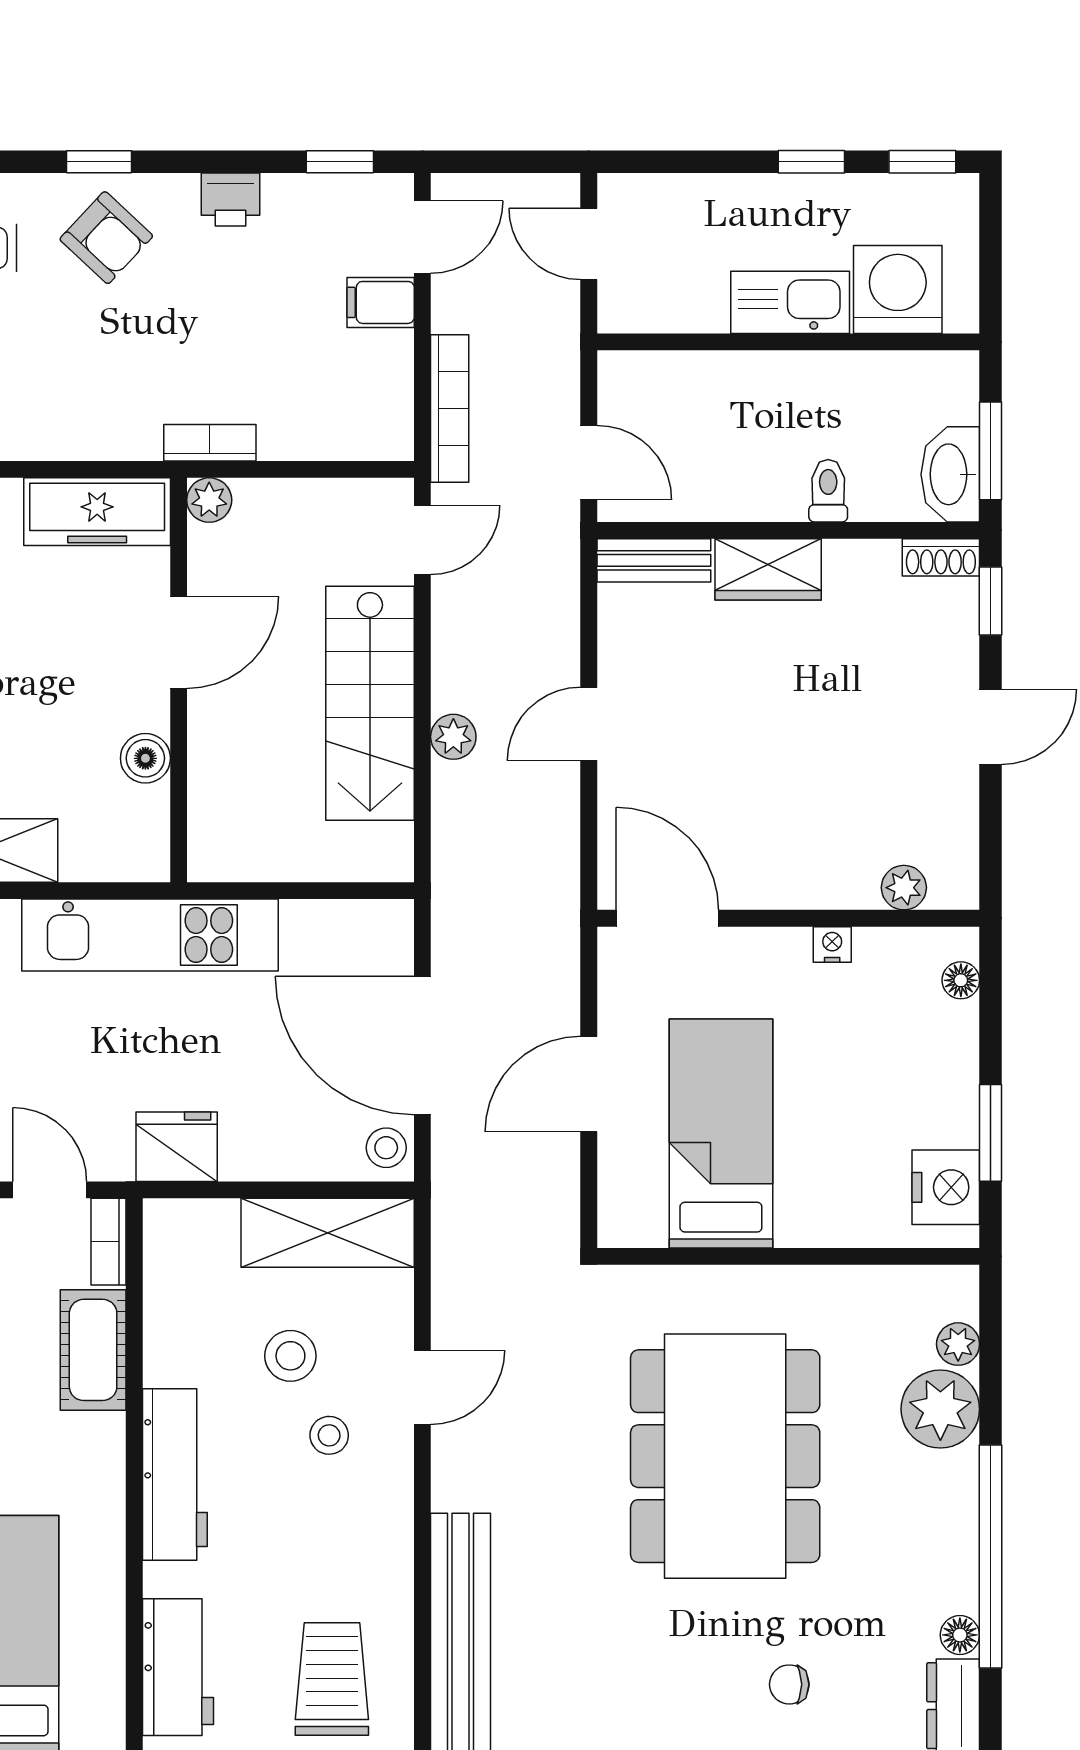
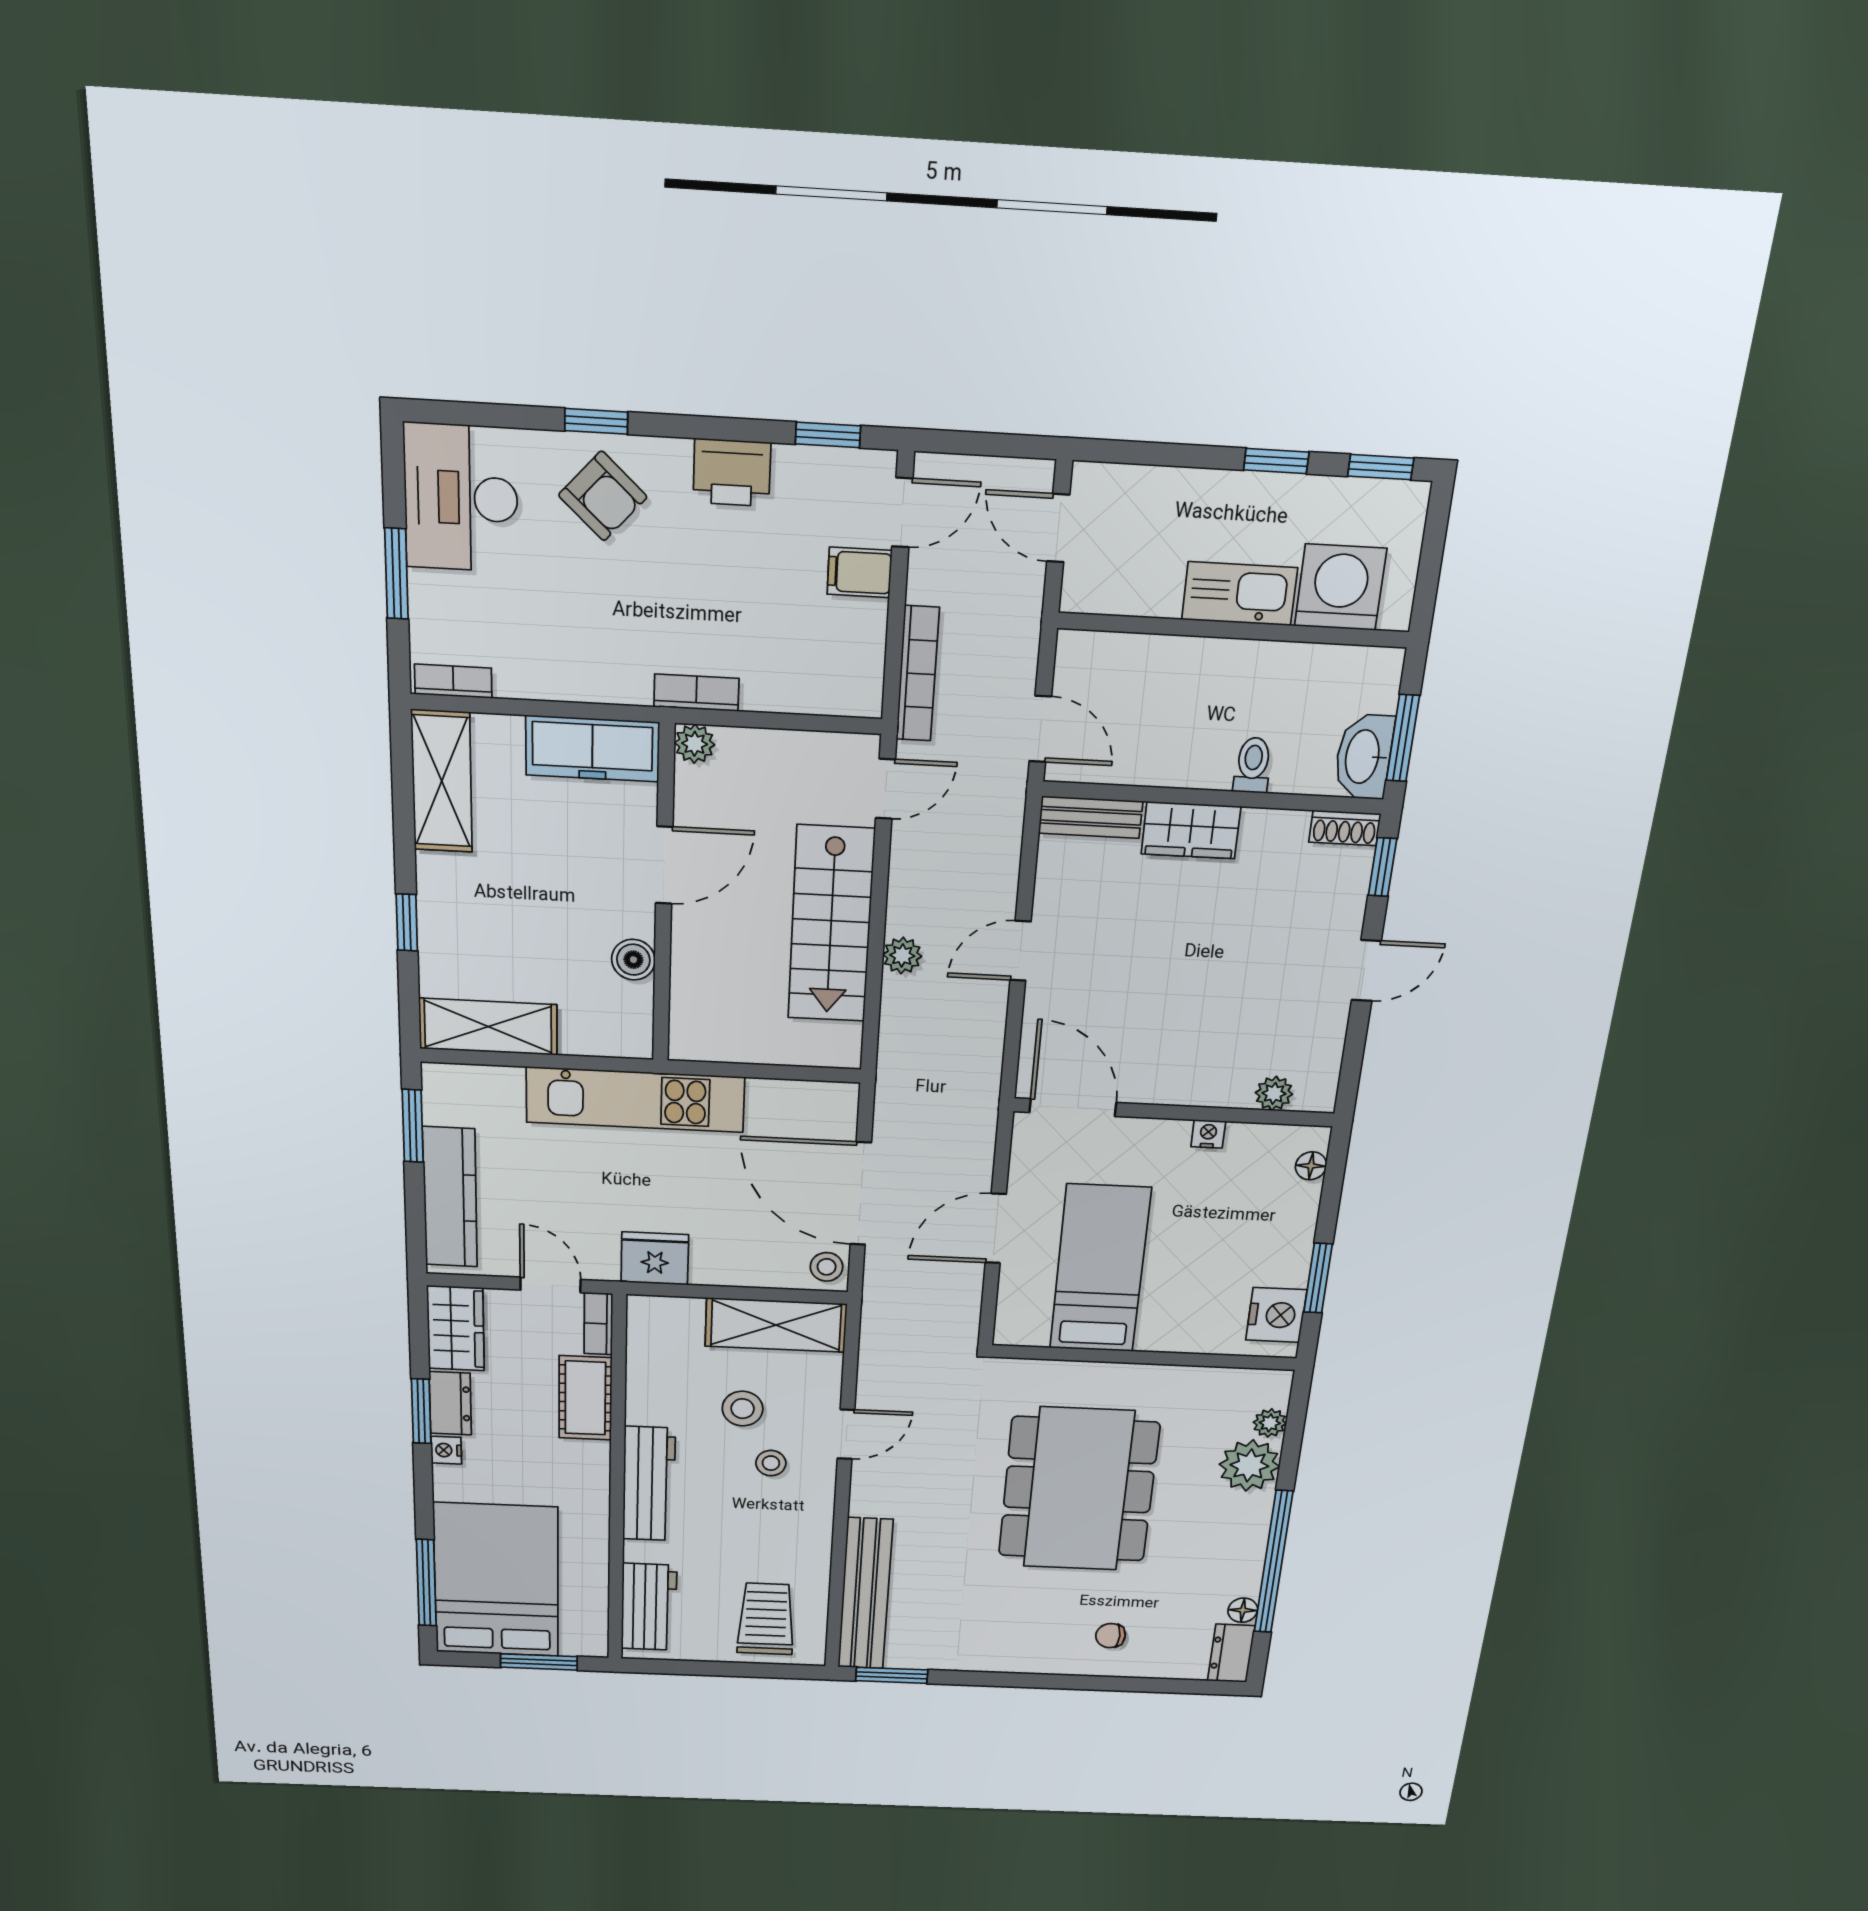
printer: (230, 199) -> (732, 473), width x1.36, depth x1.24

